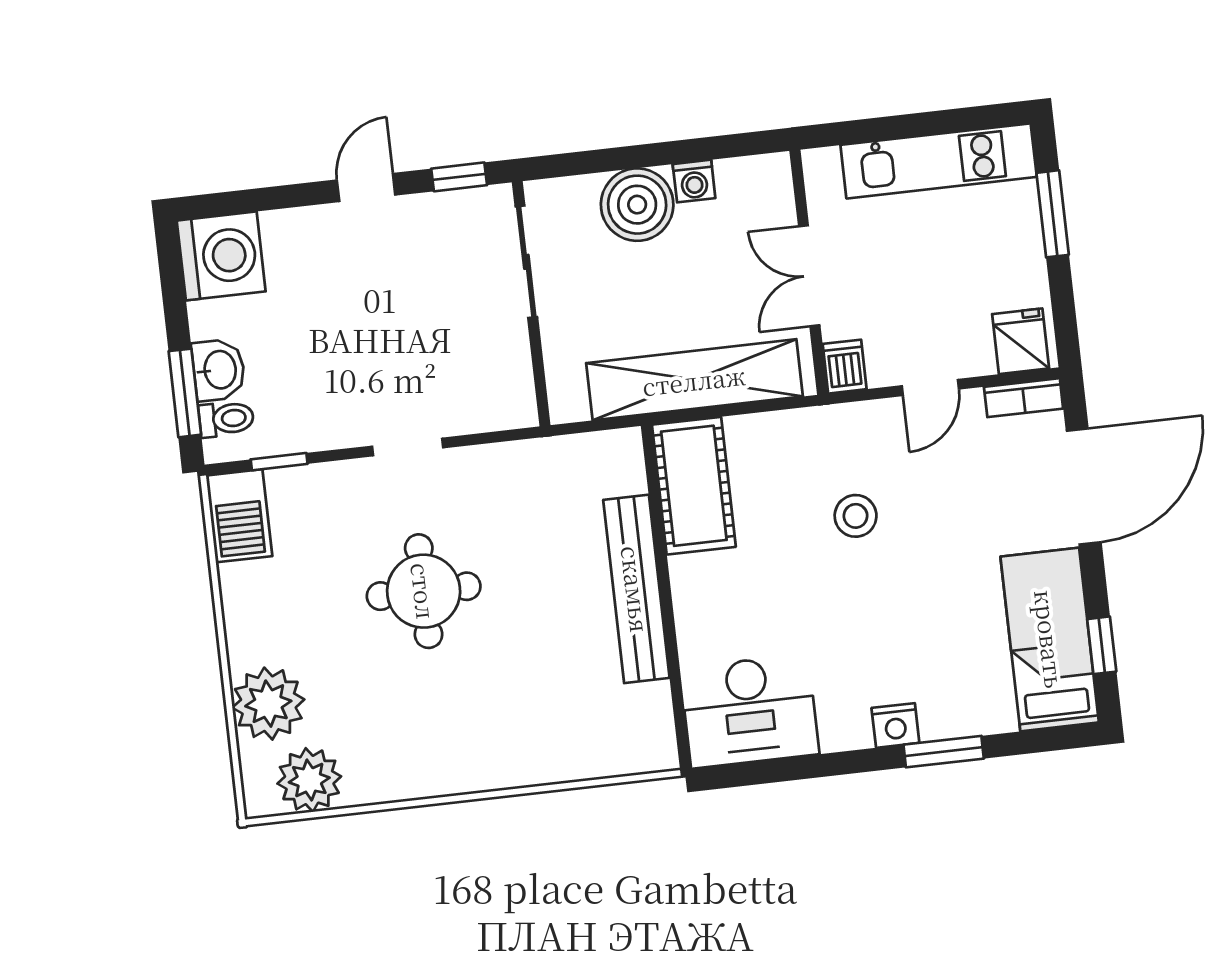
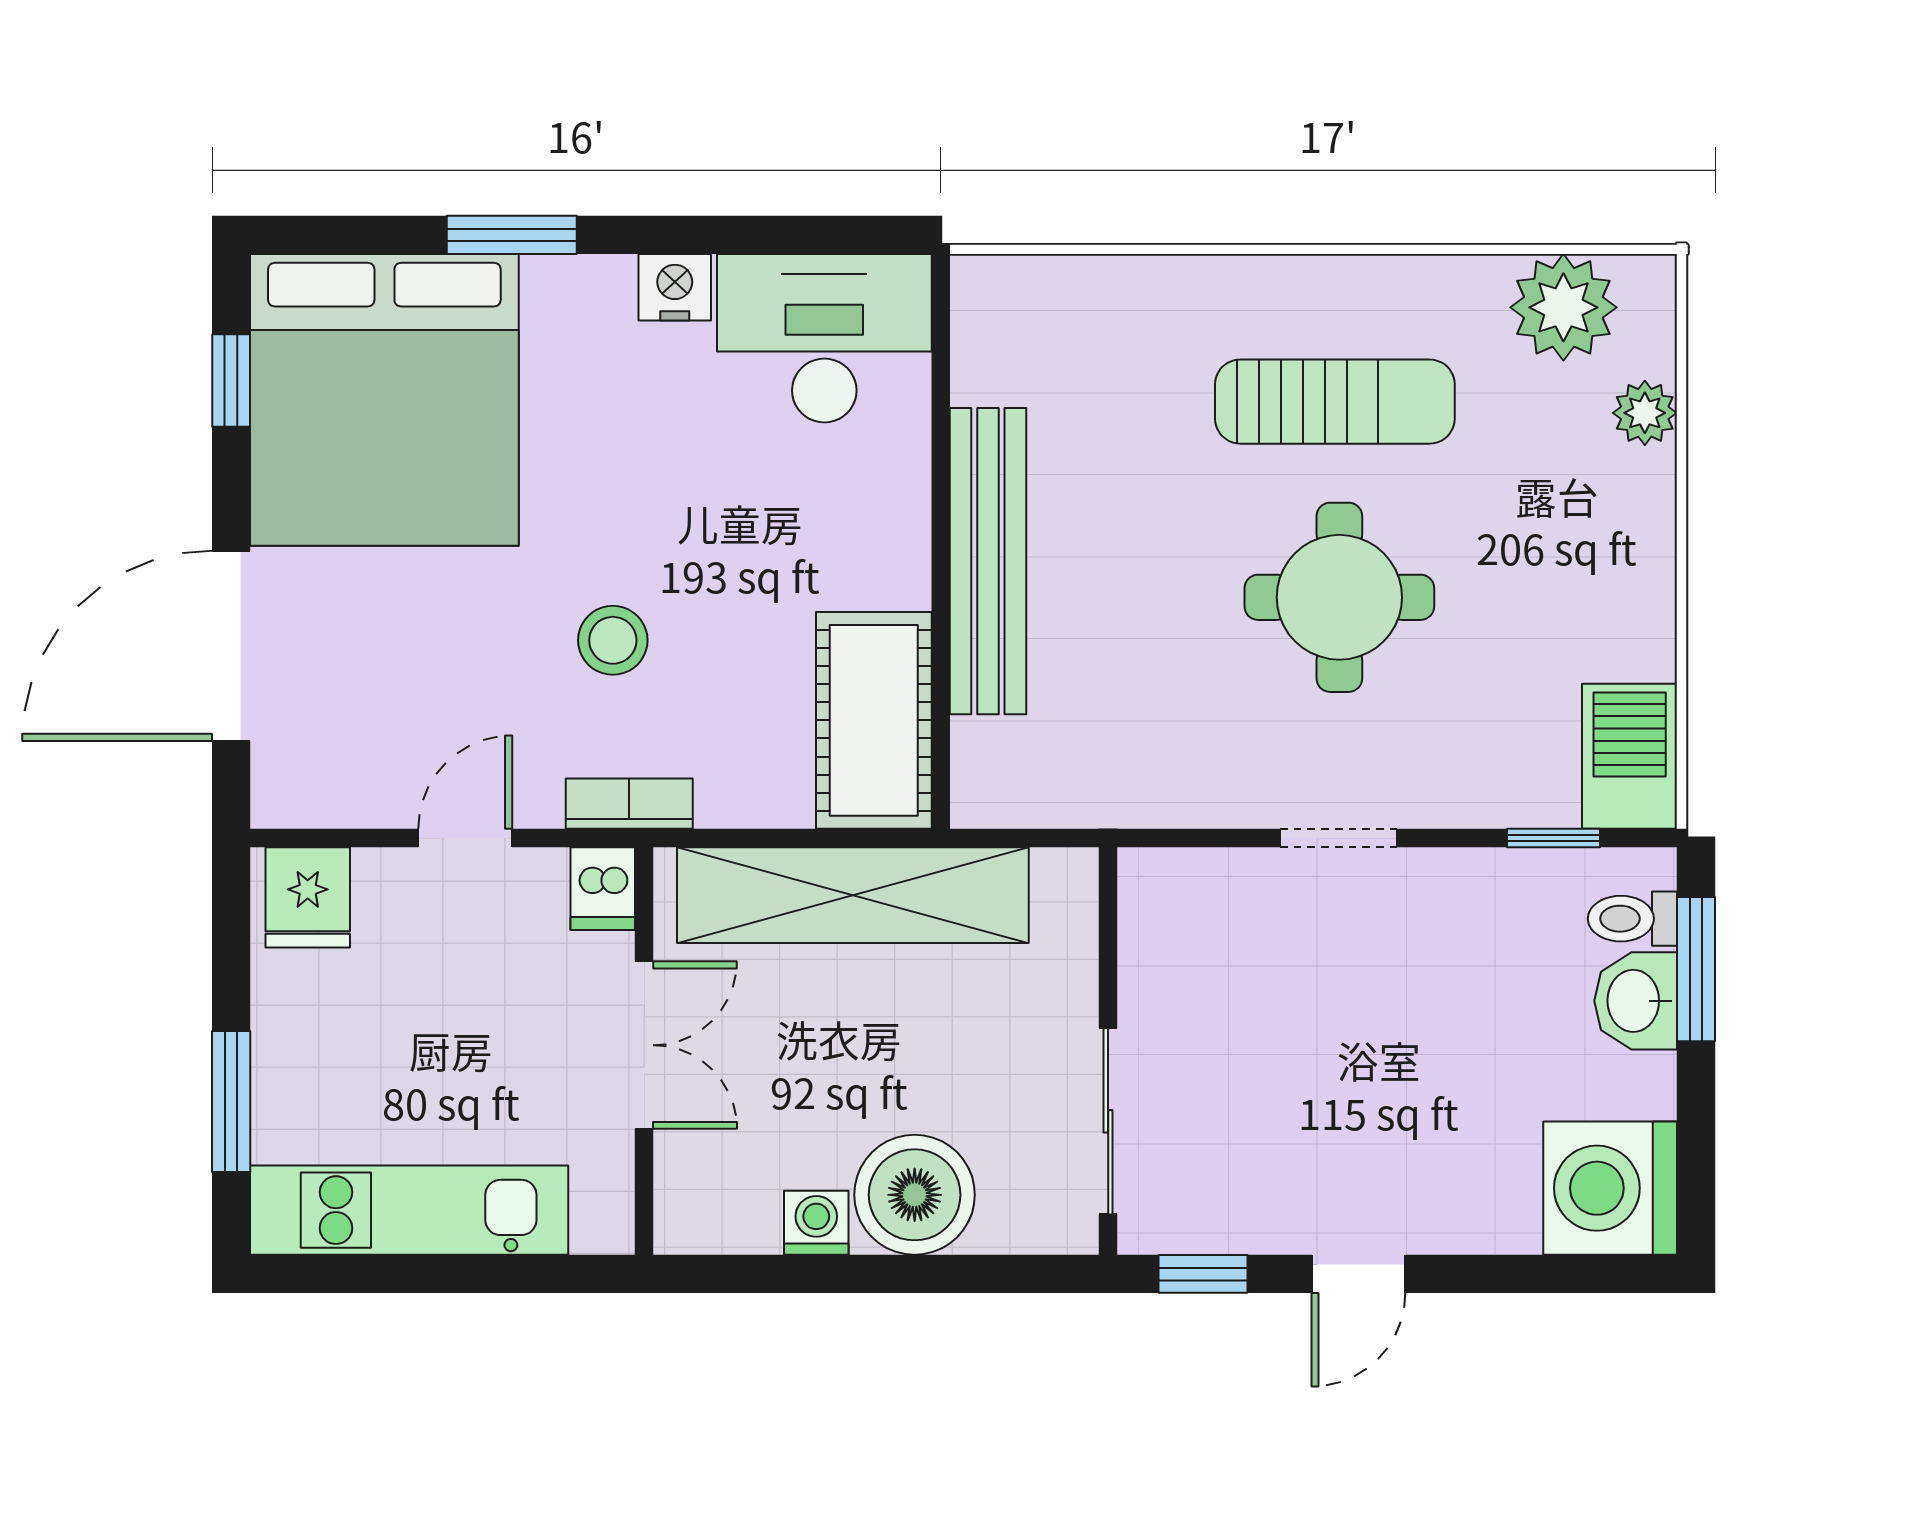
bookcase: (1024, 398) -> (629, 804), moved
bed: (1050, 639) -> (384, 400), width x2.04
plant: (268, 704) -> (1645, 413), width x0.53, depth x0.53
sun lounger: (440, 708) -> (1335, 402), added
nightstand: (895, 725) -> (675, 287), moved

